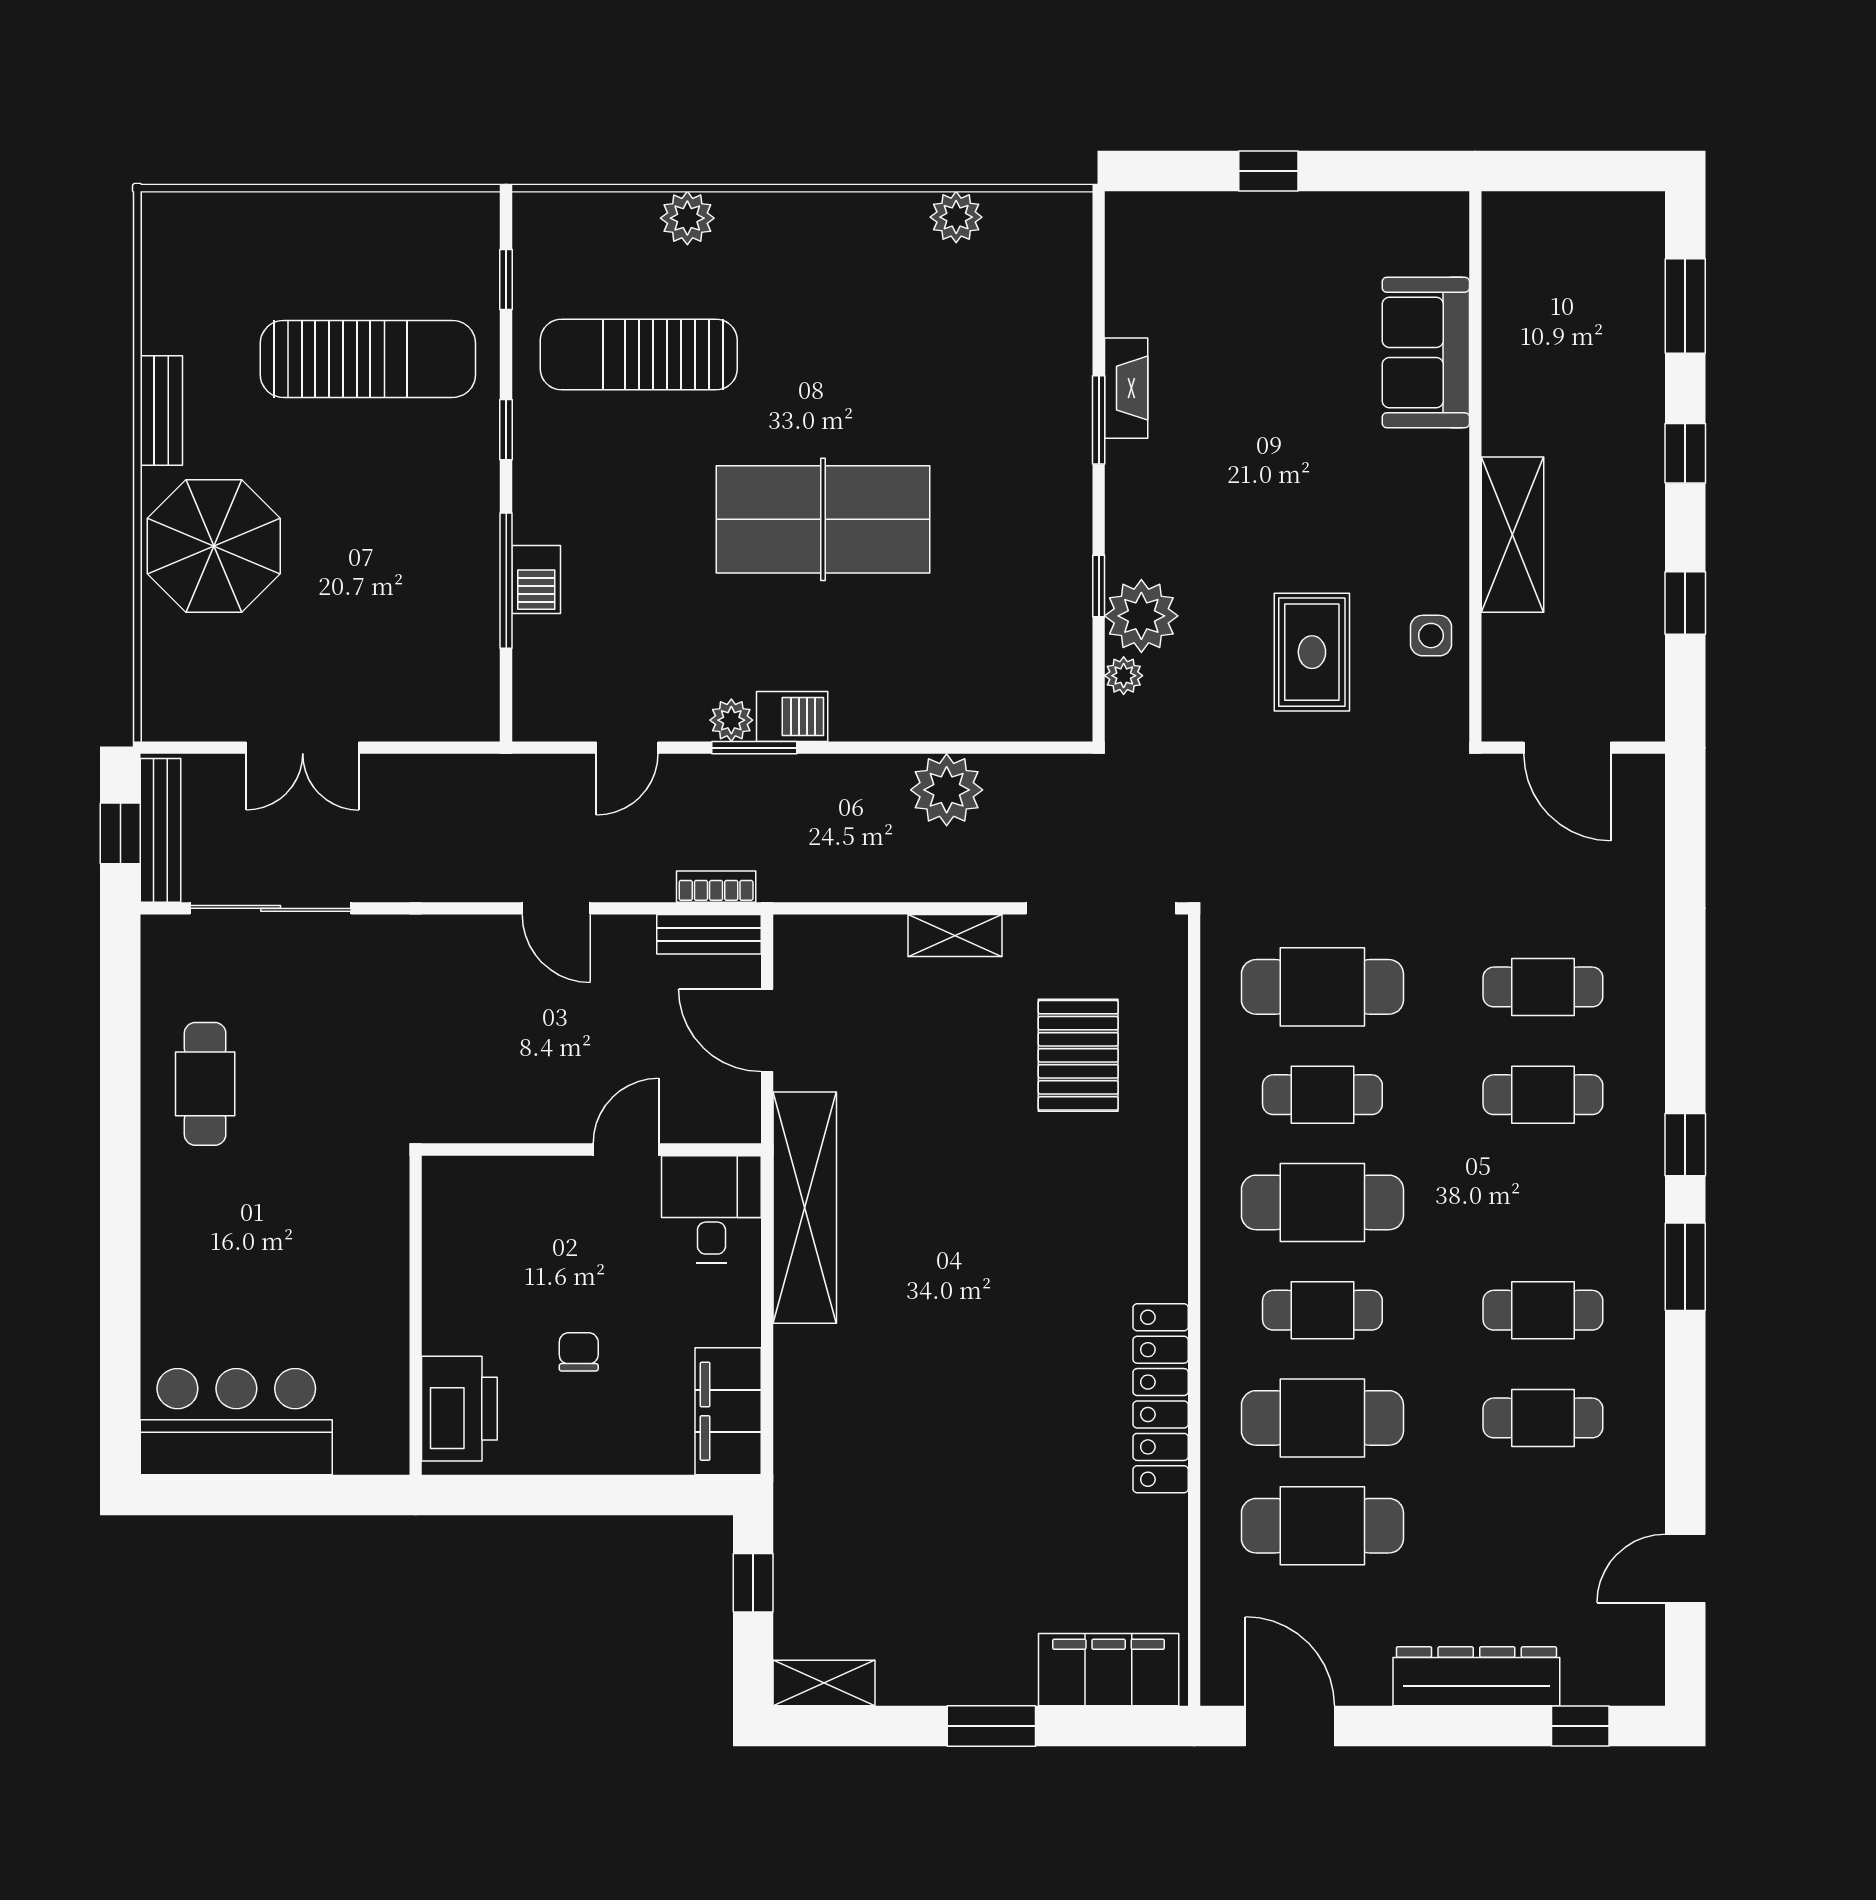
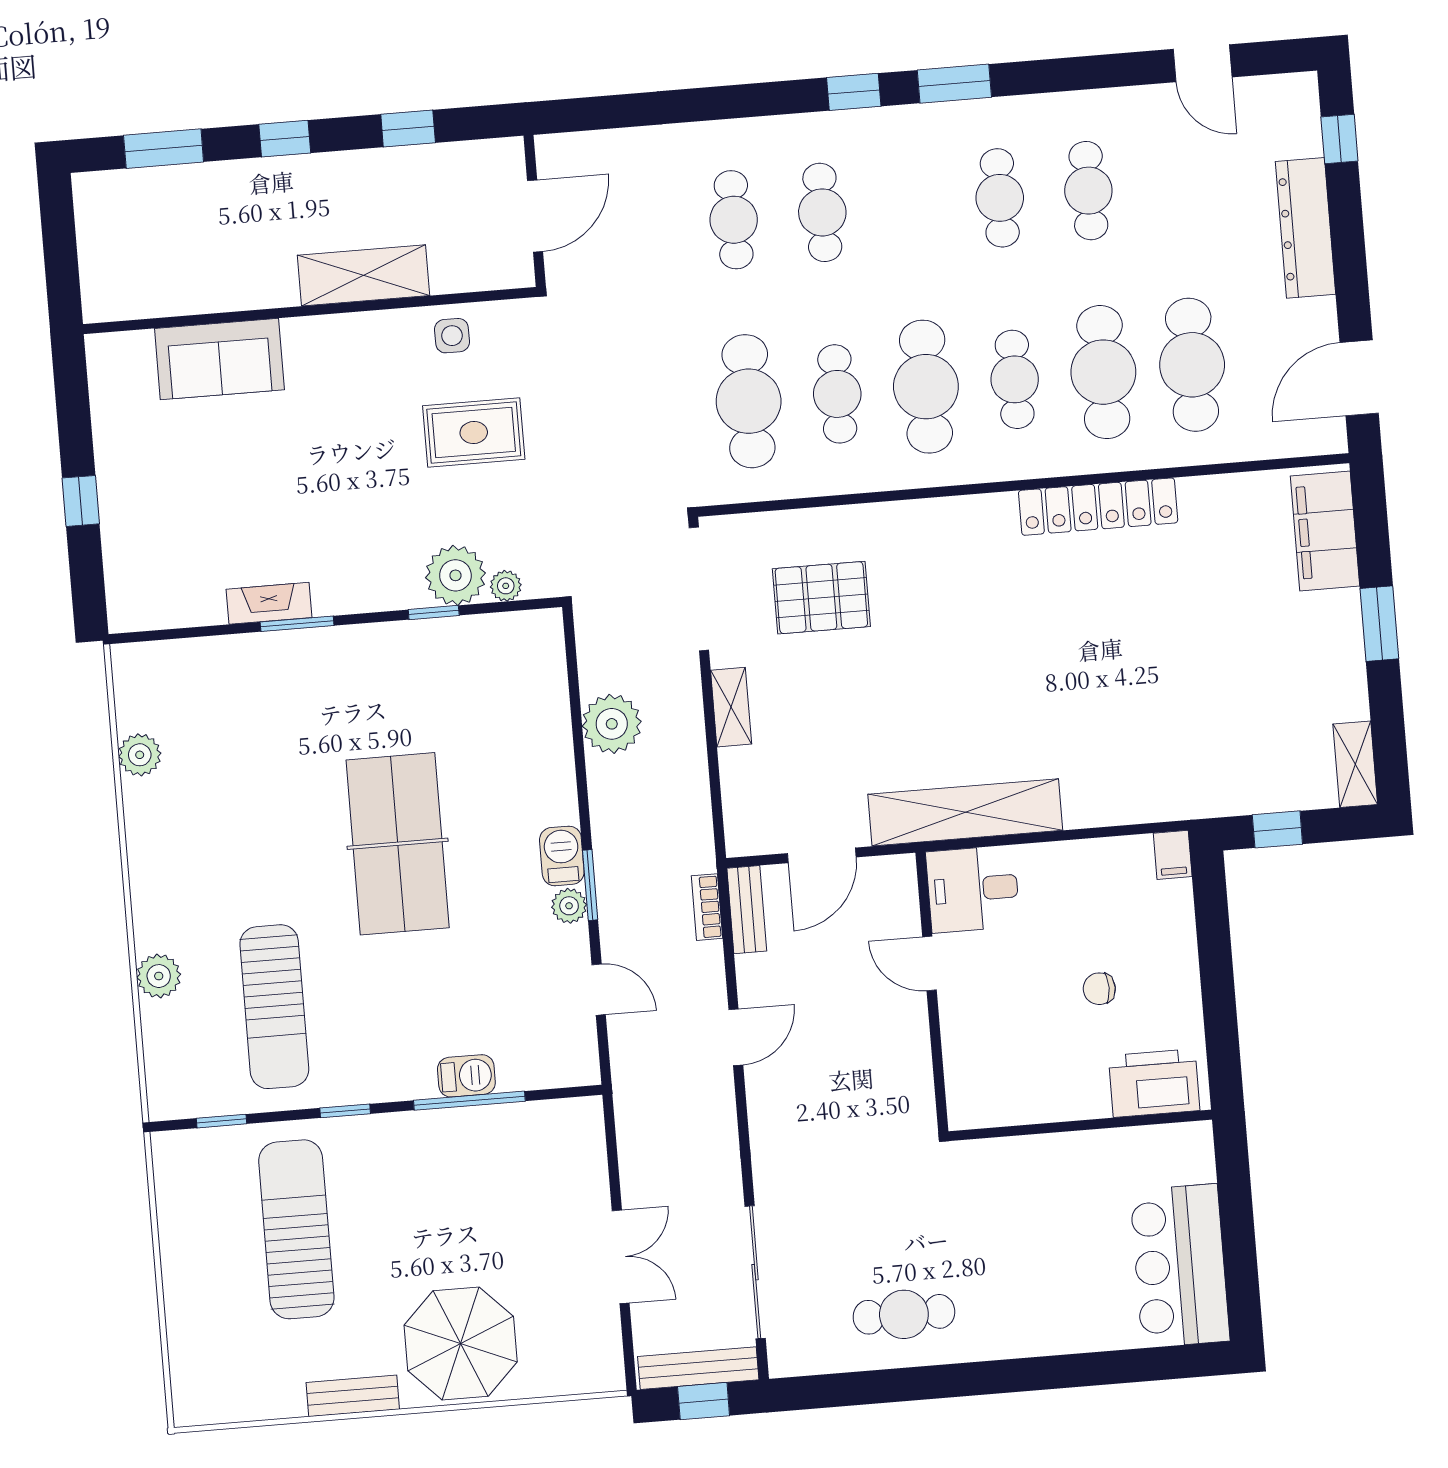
filing cabinet: (728, 1411) -> (1173, 855), width x0.33, depth x0.86

